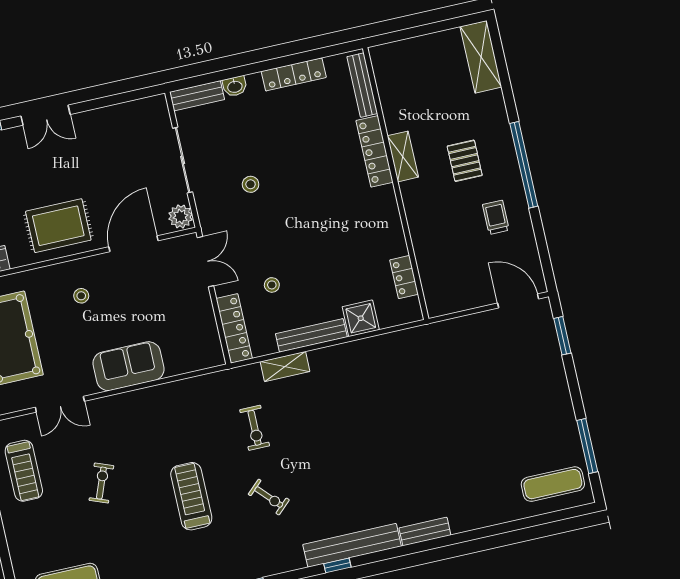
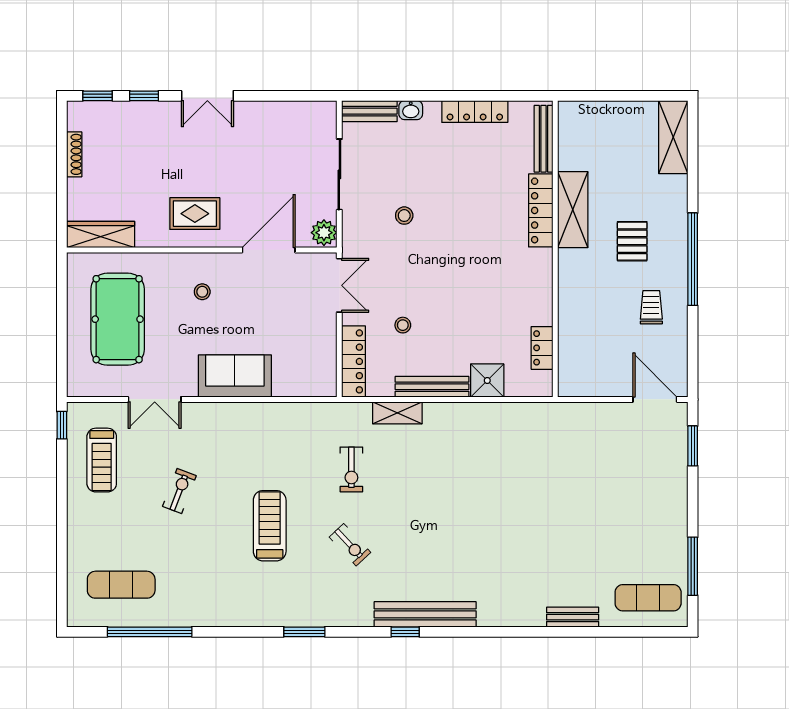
shelving: (403, 156) -> (573, 210), width x1.50, depth x1.33
rug: (58, 226) -> (195, 214), width x0.73, depth x0.70
bench: (425, 532) -> (573, 617), moved

